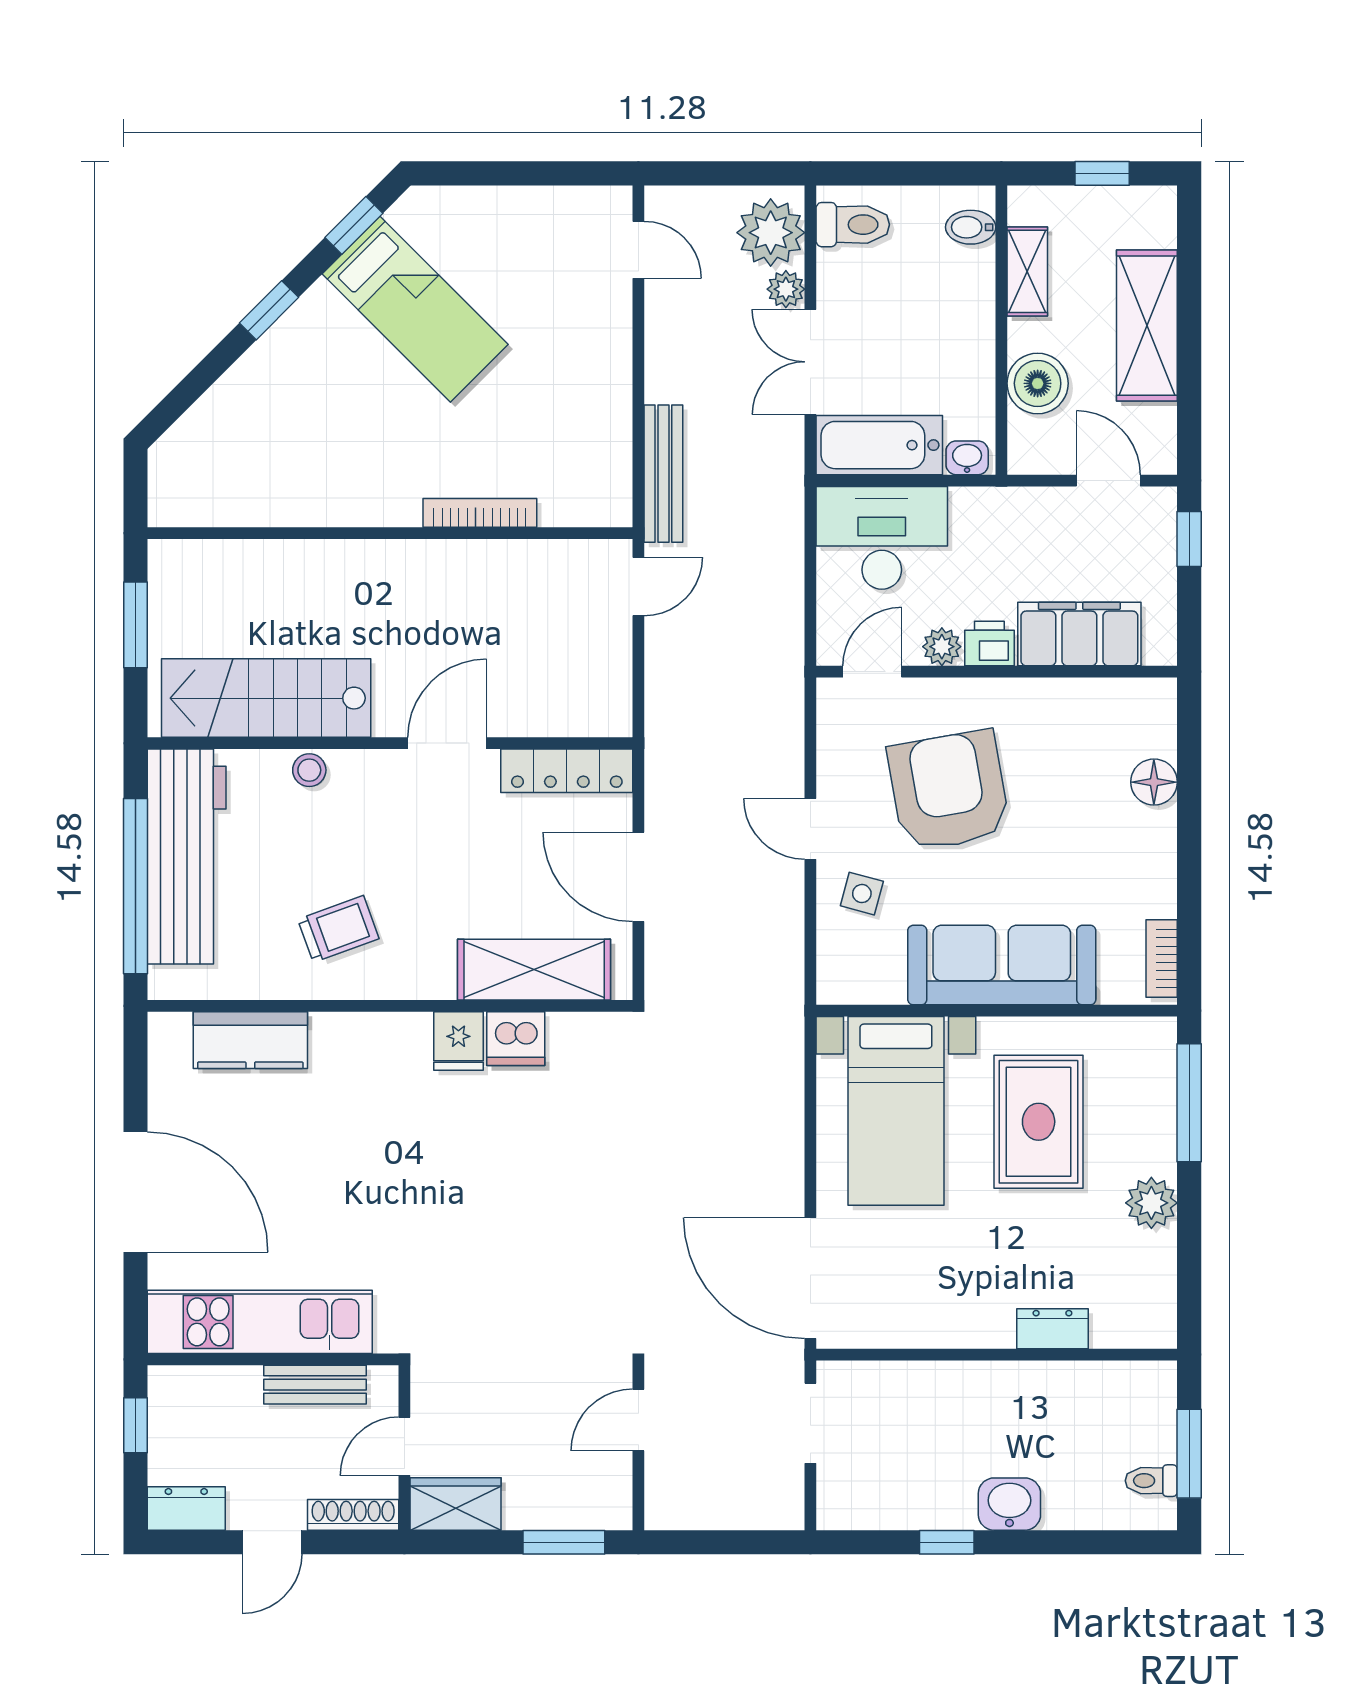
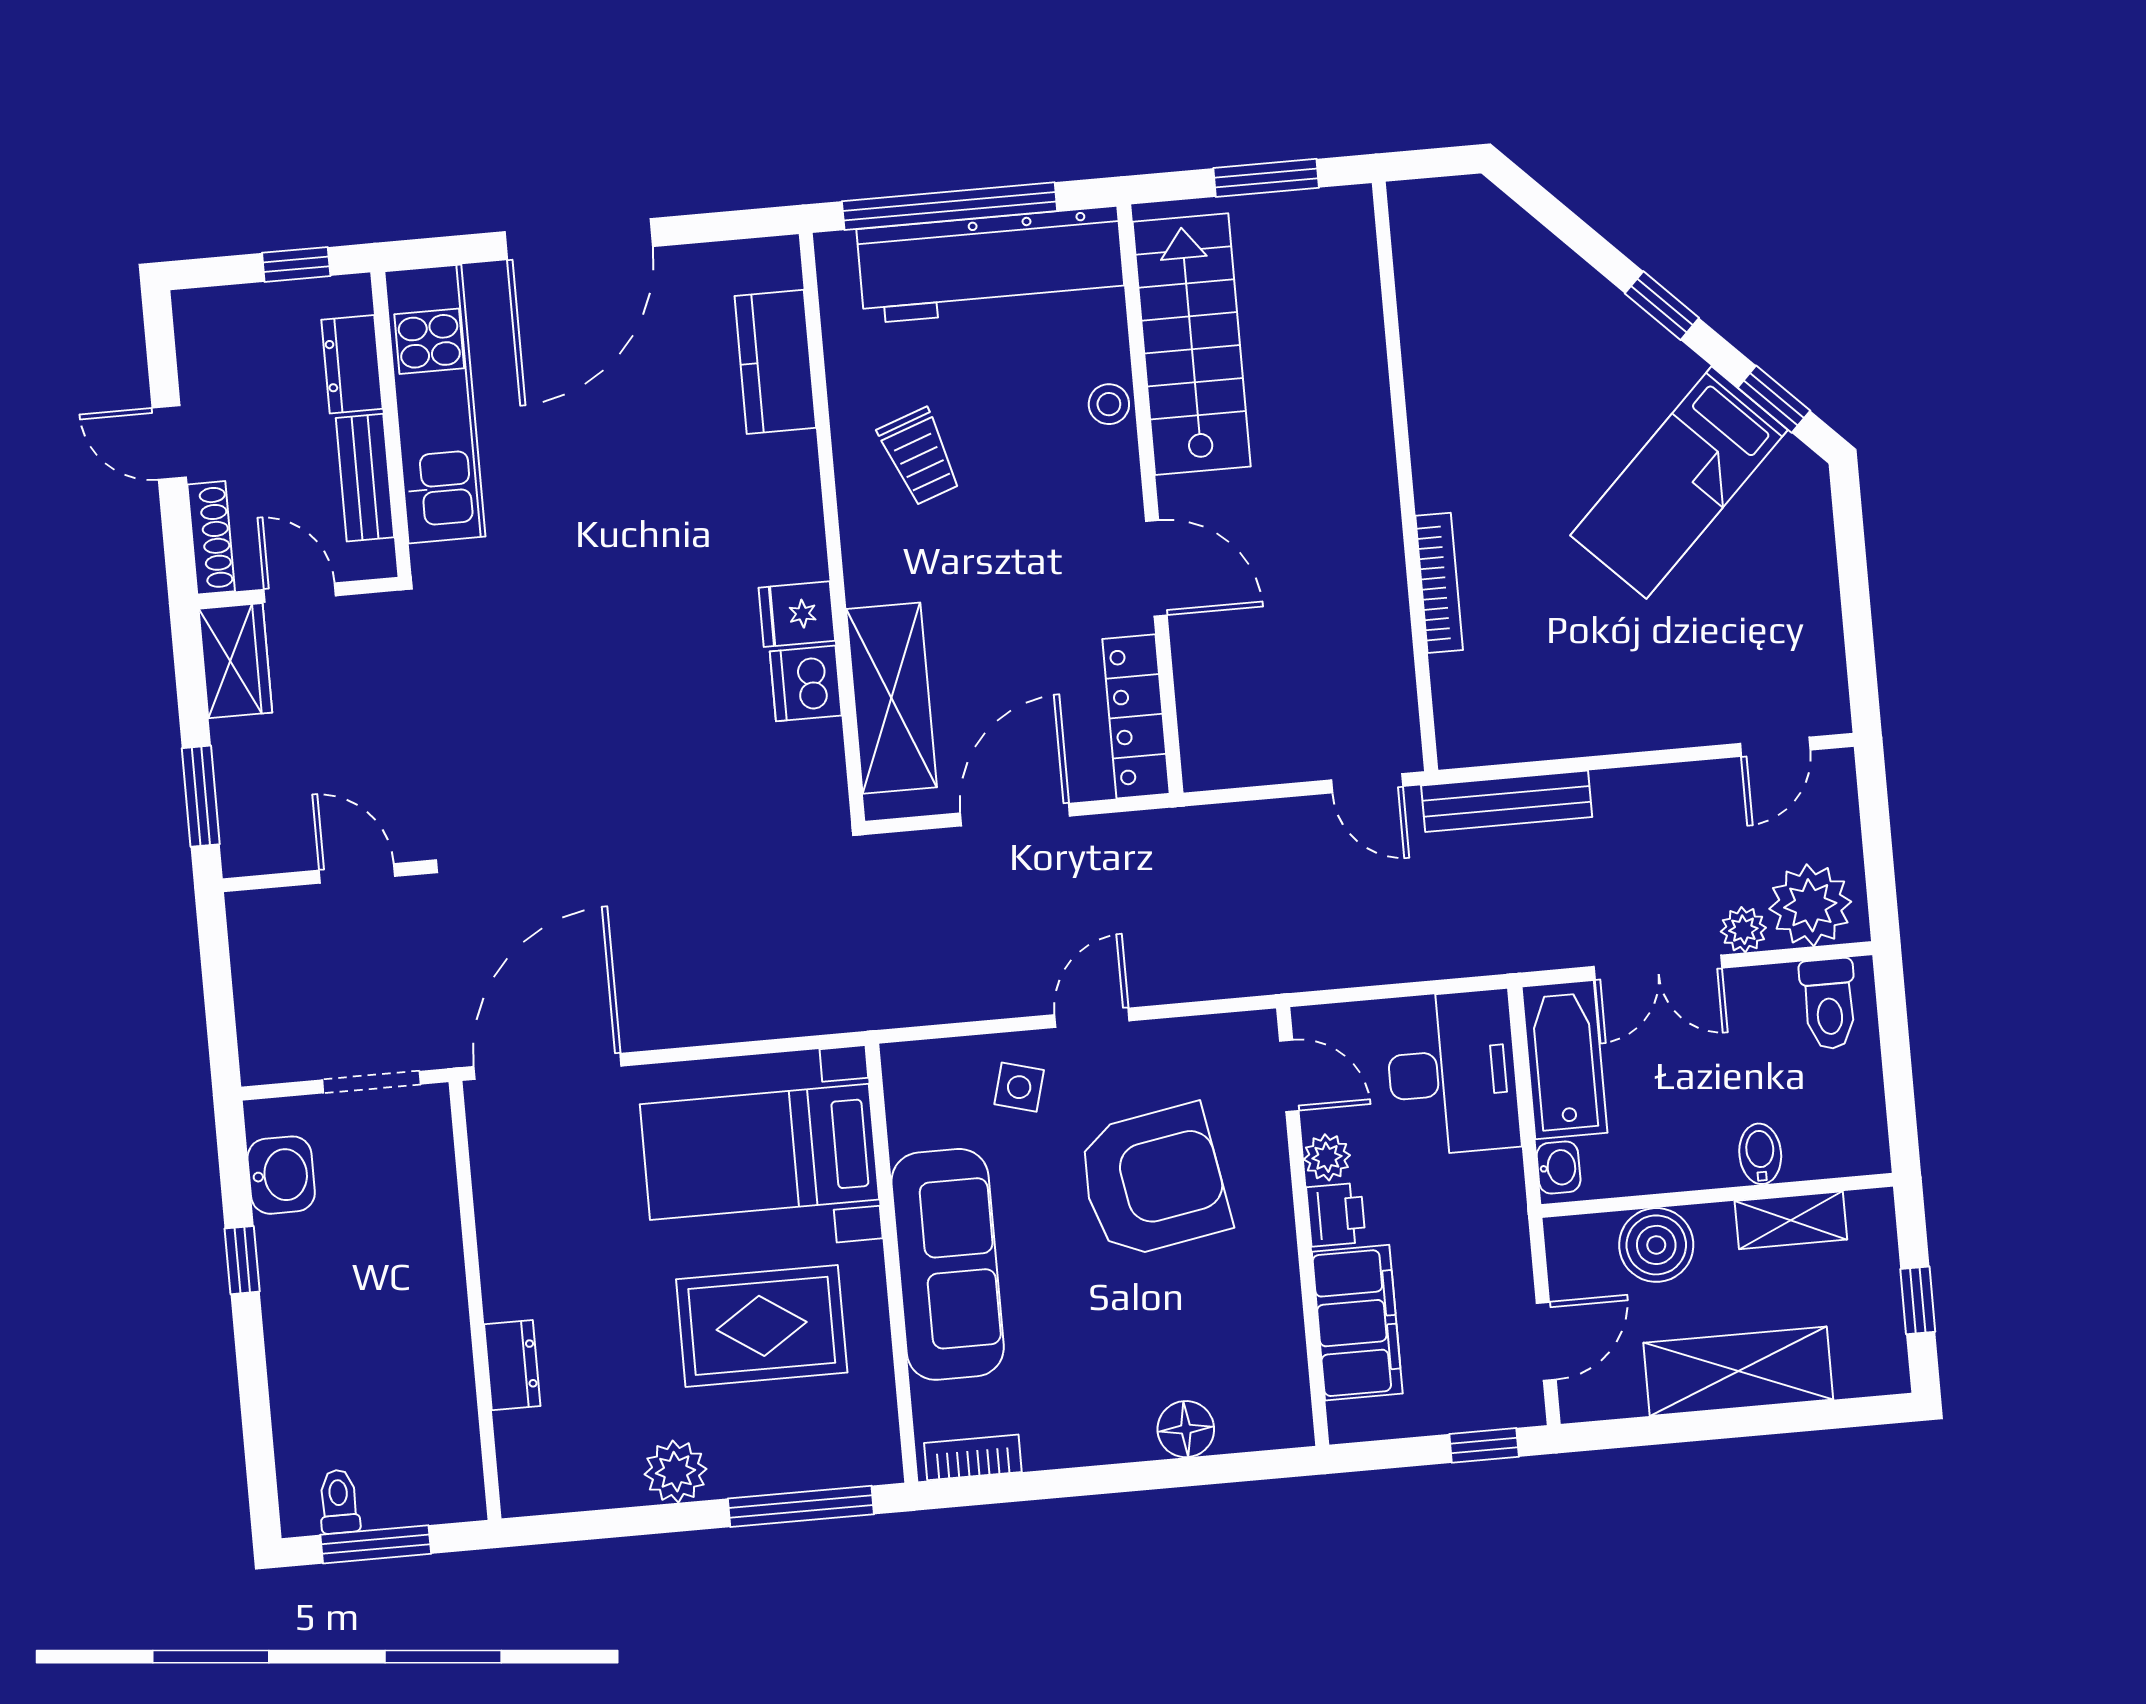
bidet: (971, 227) -> (1760, 1154), moved
double door: (810, 362) -> (1658, 967), swing flipped
washbasin: (1009, 1504) -> (281, 1175), moved
dresser: (186, 1508) -> (352, 364), moved, turned 180

